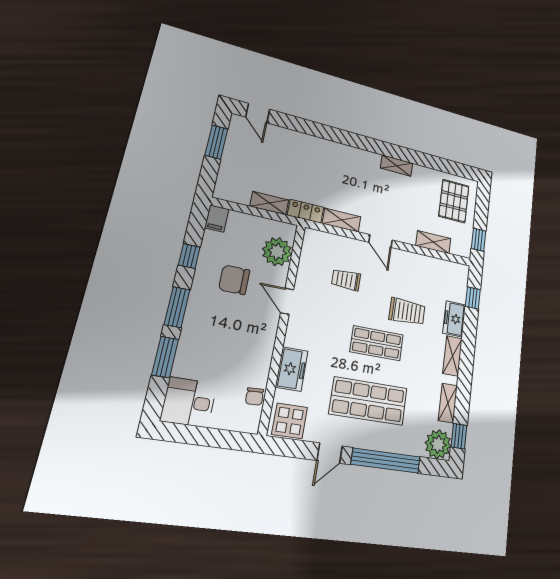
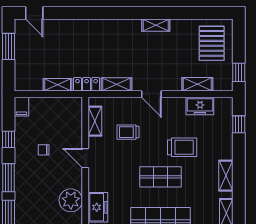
plant: (277, 252) -> (71, 200), moved
shelving: (308, 258) -> (95, 121), added
chair: (234, 280) -> (44, 150), width x0.54, depth x0.54
freezer: (454, 319) -> (200, 106), moved, turned -90

